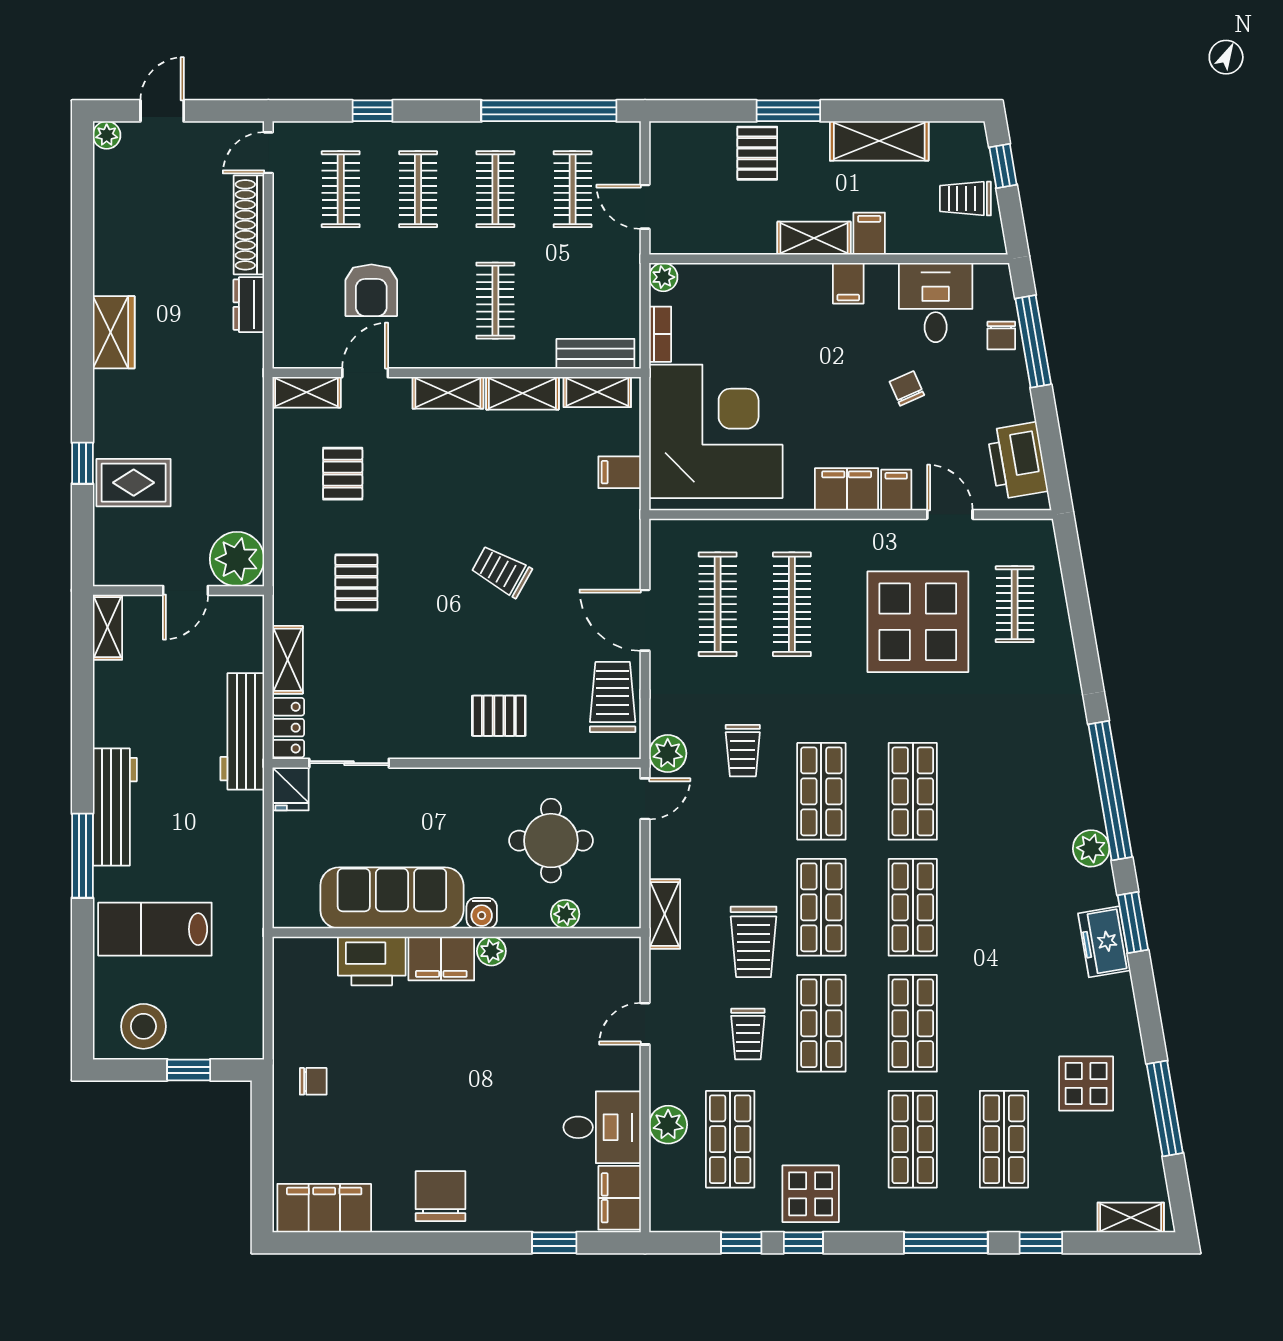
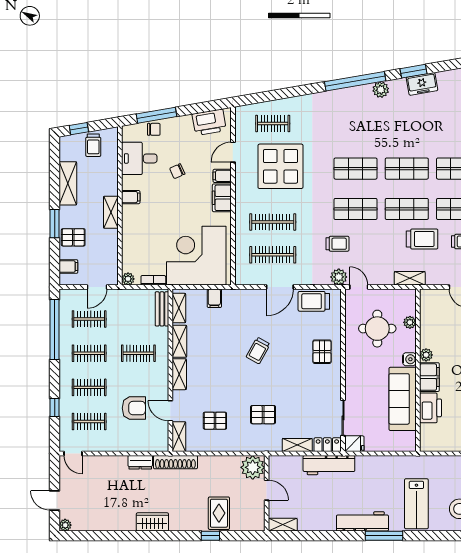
shoe rack: (249, 225) -> (175, 462), moved
filing cabinet: (869, 234) -> (68, 267), moved, turned 180

